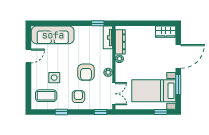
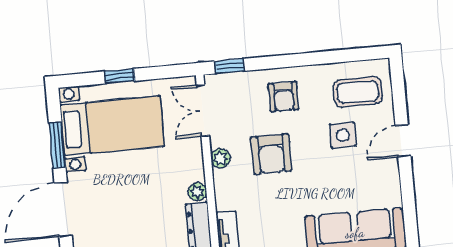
door: (28, 56) -> (403, 141), moved
armchair: (86, 72) -> (271, 154), turned 180
window: (61, 112) -> (319, 58), removed
window: (161, 112) -> (120, 76), moved

